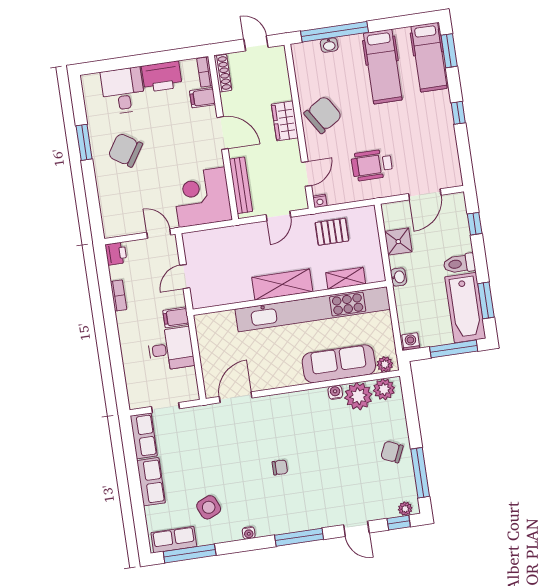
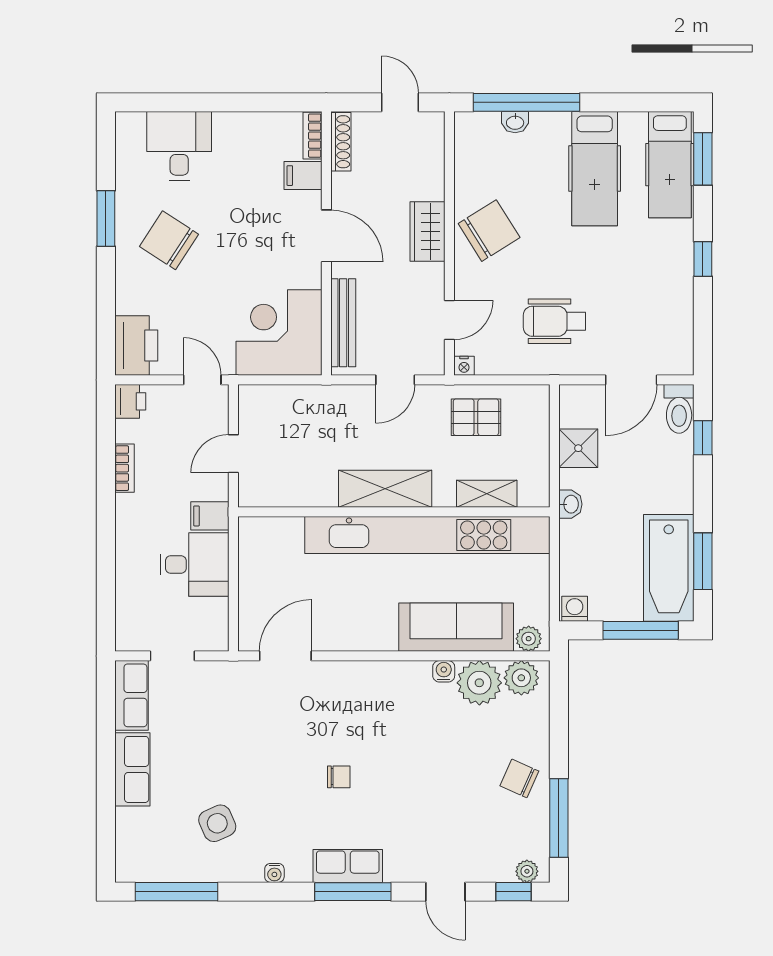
printer: (162, 77) -> (136, 346), moved, turned -90
toilet: (459, 264) -> (679, 409), moved, turned -90
row of seats: (174, 540) -> (348, 866), moved

